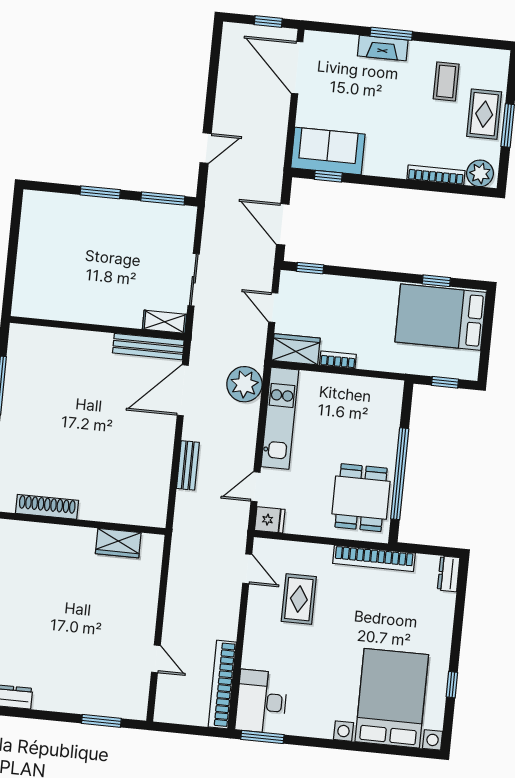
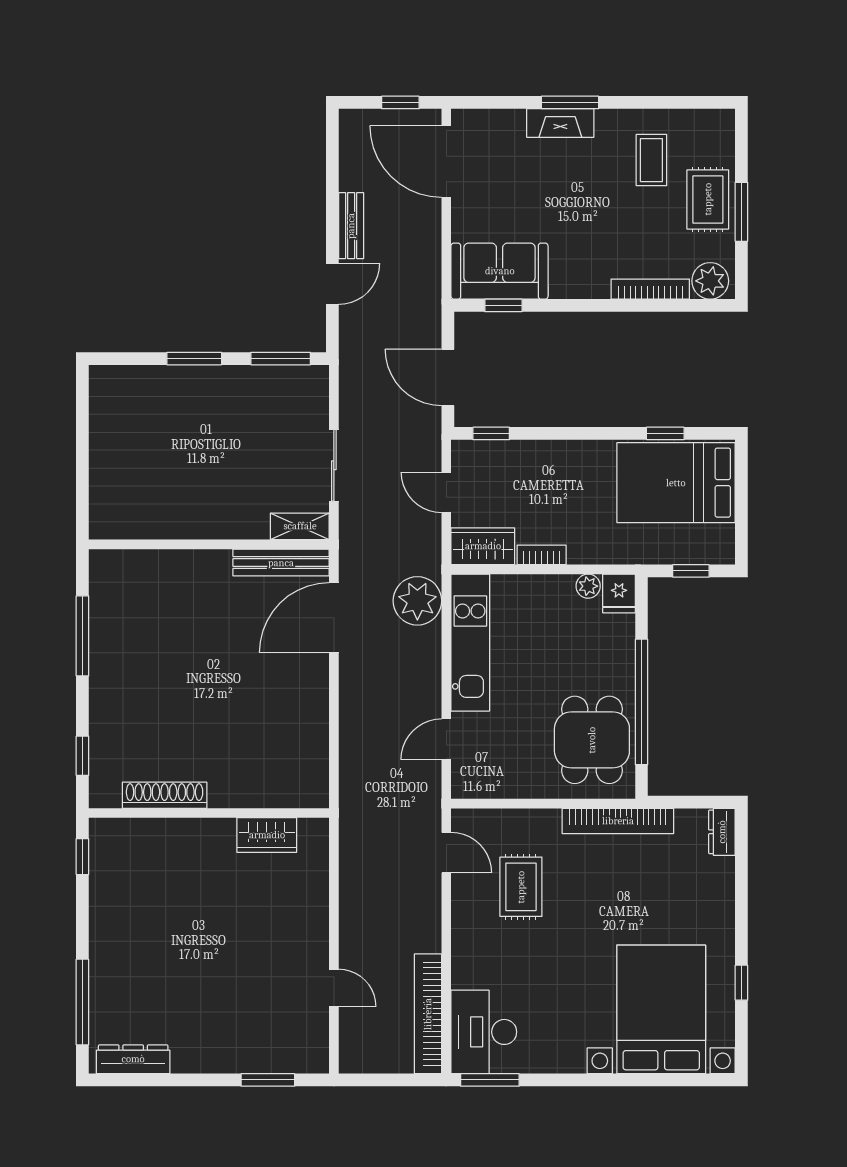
plant: (369, 386) -> (588, 586), added
bench: (188, 465) -> (351, 226), moved
fridge: (270, 520) -> (619, 593), moved, turned 90

